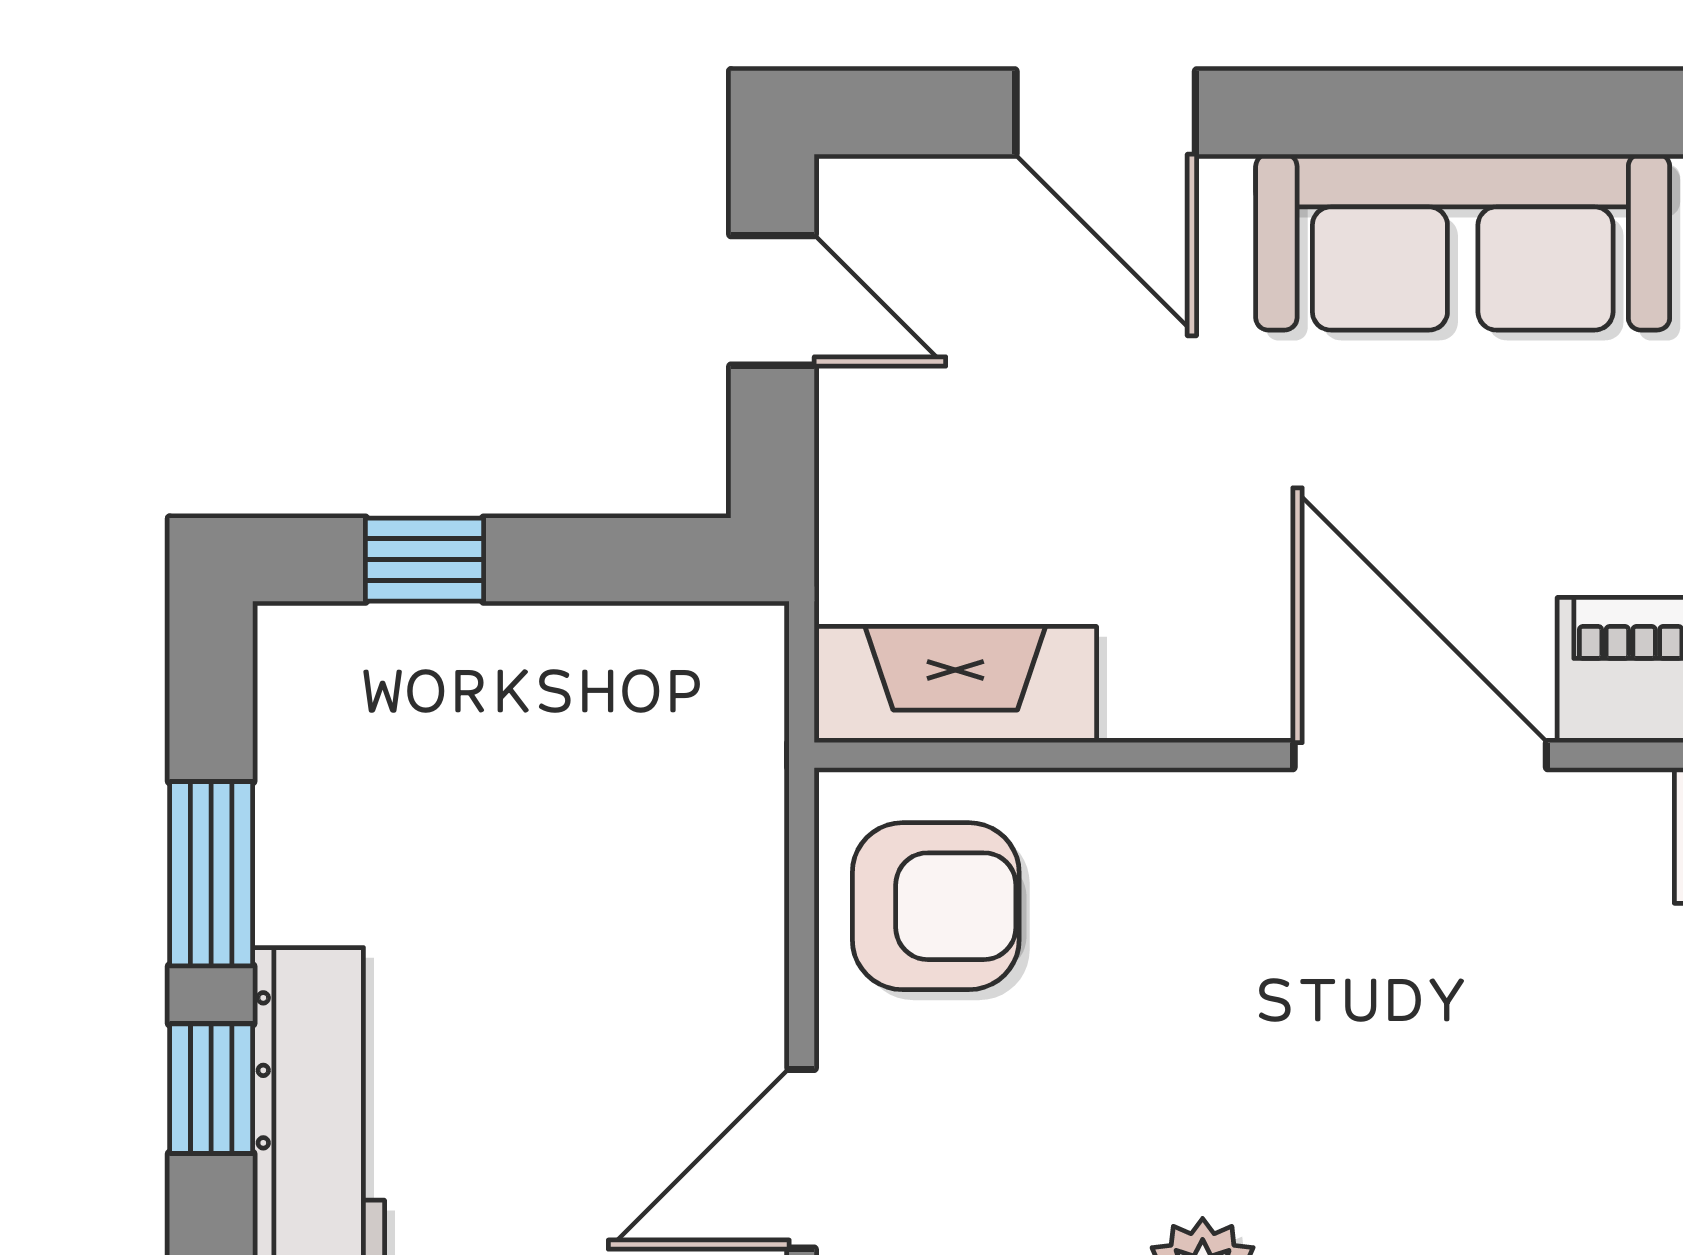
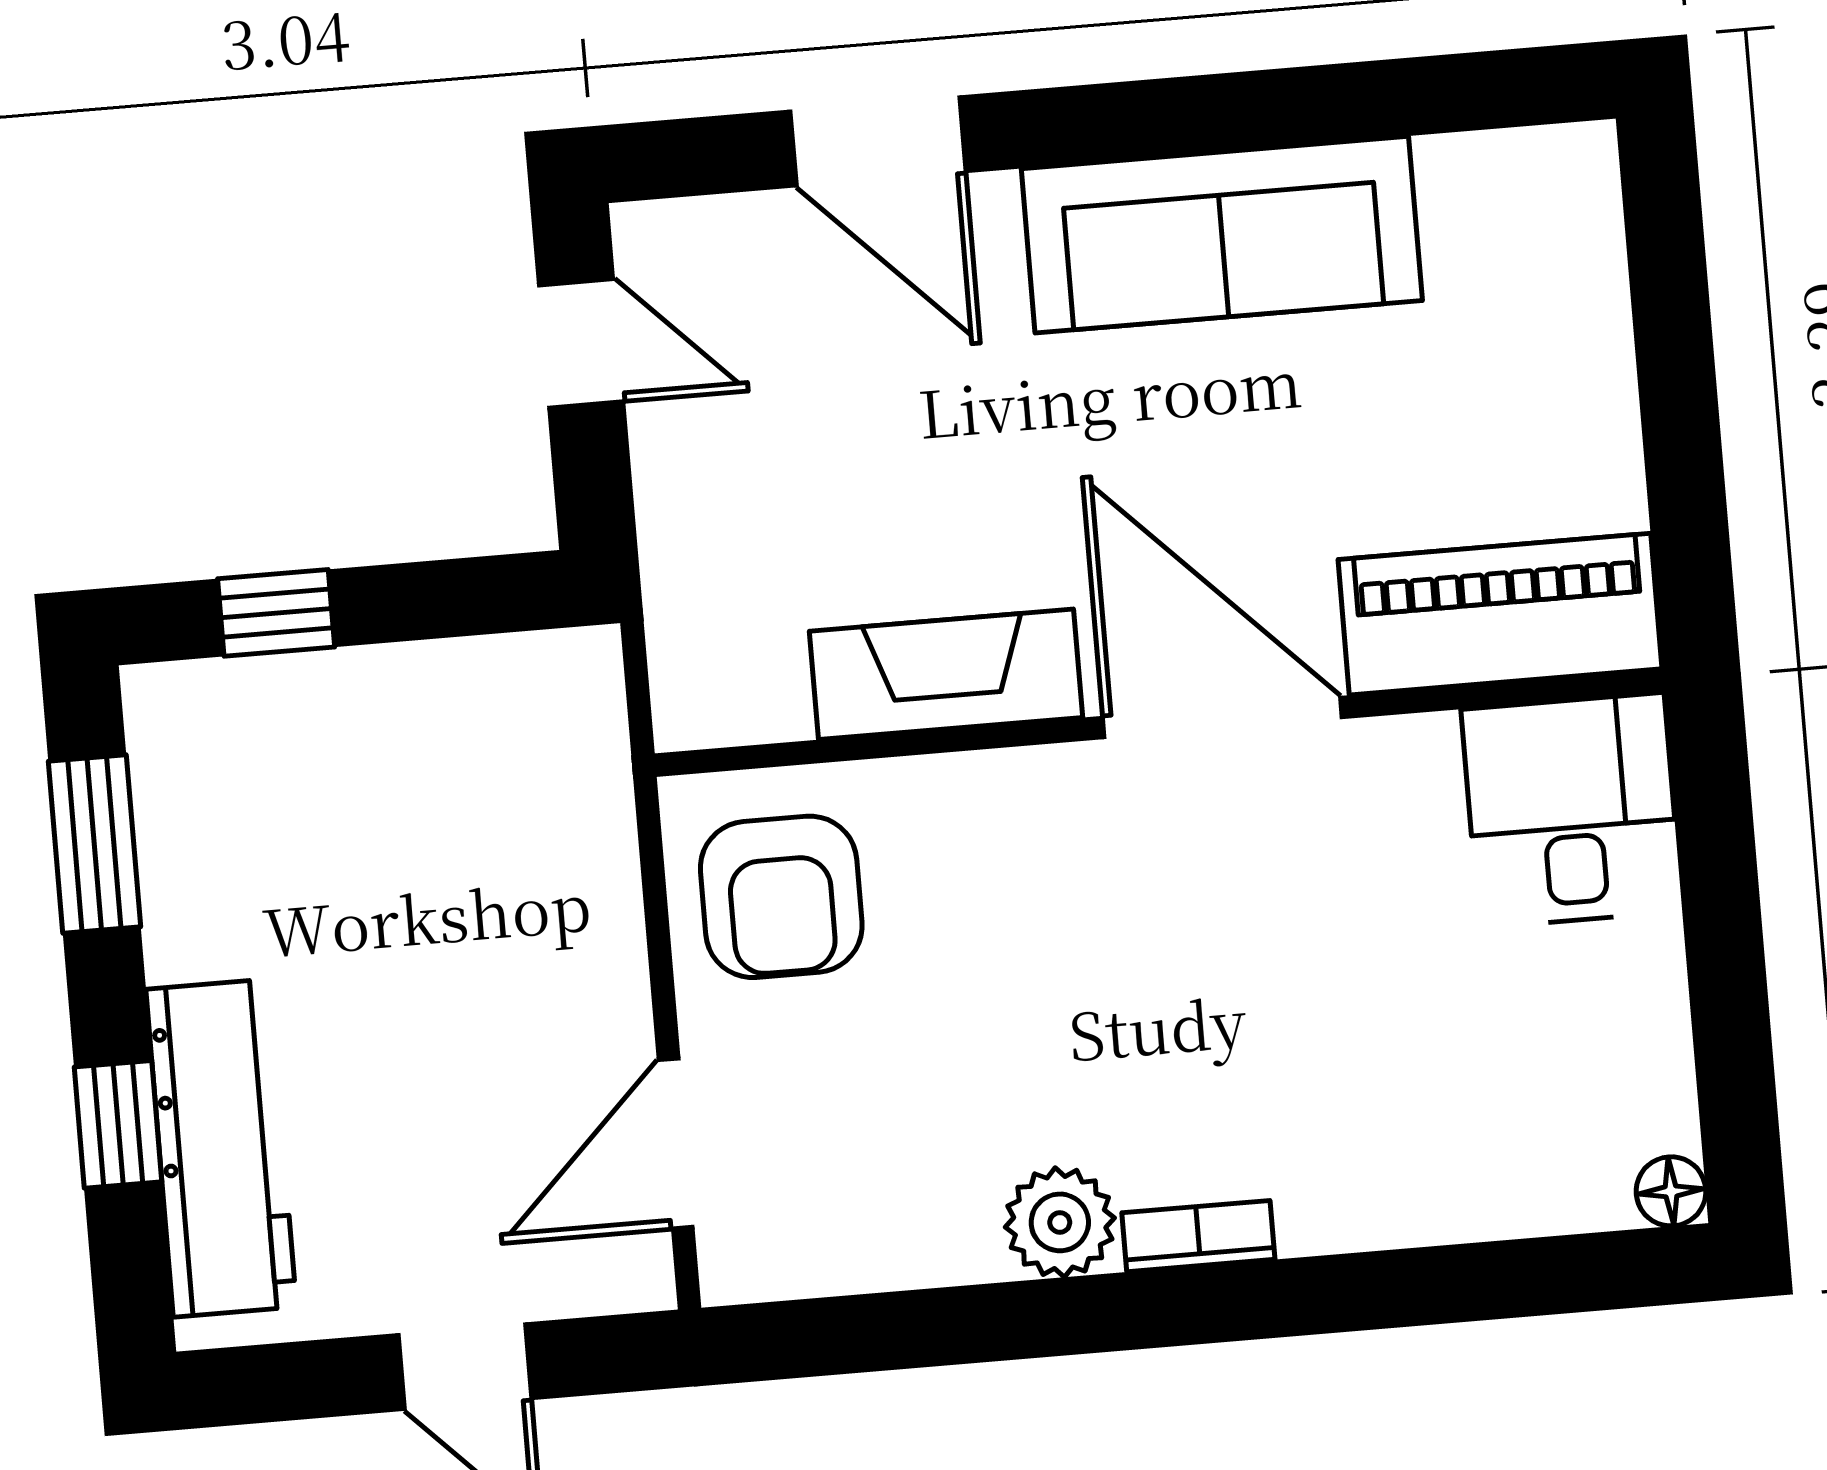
fireplace: (955, 685) -> (946, 674), moved
window: (211, 874) -> (94, 844), moved
armchair: (936, 906) -> (781, 897), turned 90

